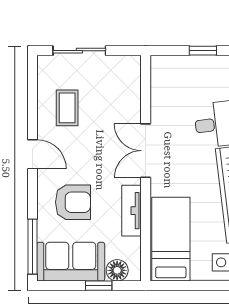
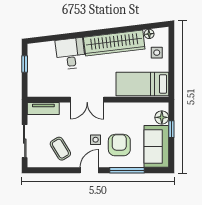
coffee table: (67, 108) -> (60, 149), turned 59
side table: (82, 164) -> (96, 140), added
tv unit: (132, 211) -> (43, 109), moved
window: (33, 247) -> (127, 170), moved

